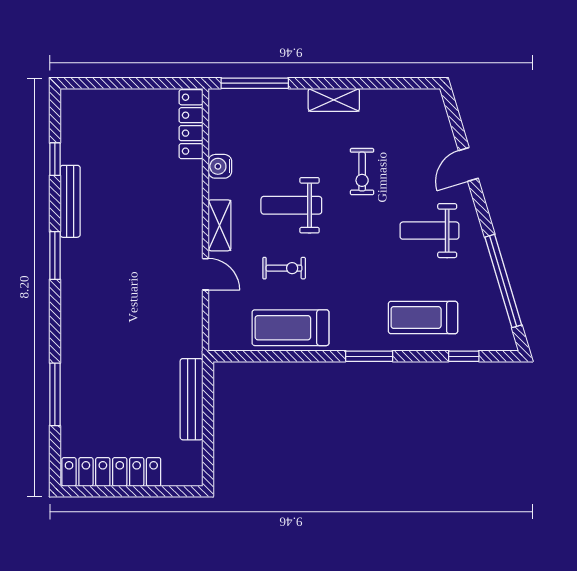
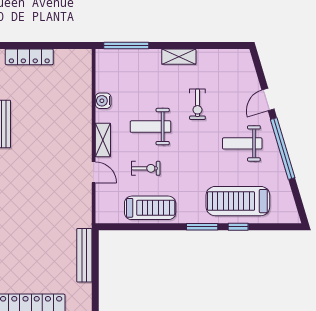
locker: (191, 124) -> (29, 57), moved, turned -90
window: (503, 281) -> (283, 149), moved
treadmill: (423, 317) -> (238, 201), width x1.37, depth x1.38
treadmill: (291, 328) -> (150, 208), turned 180
window: (464, 356) -> (238, 227), moved

